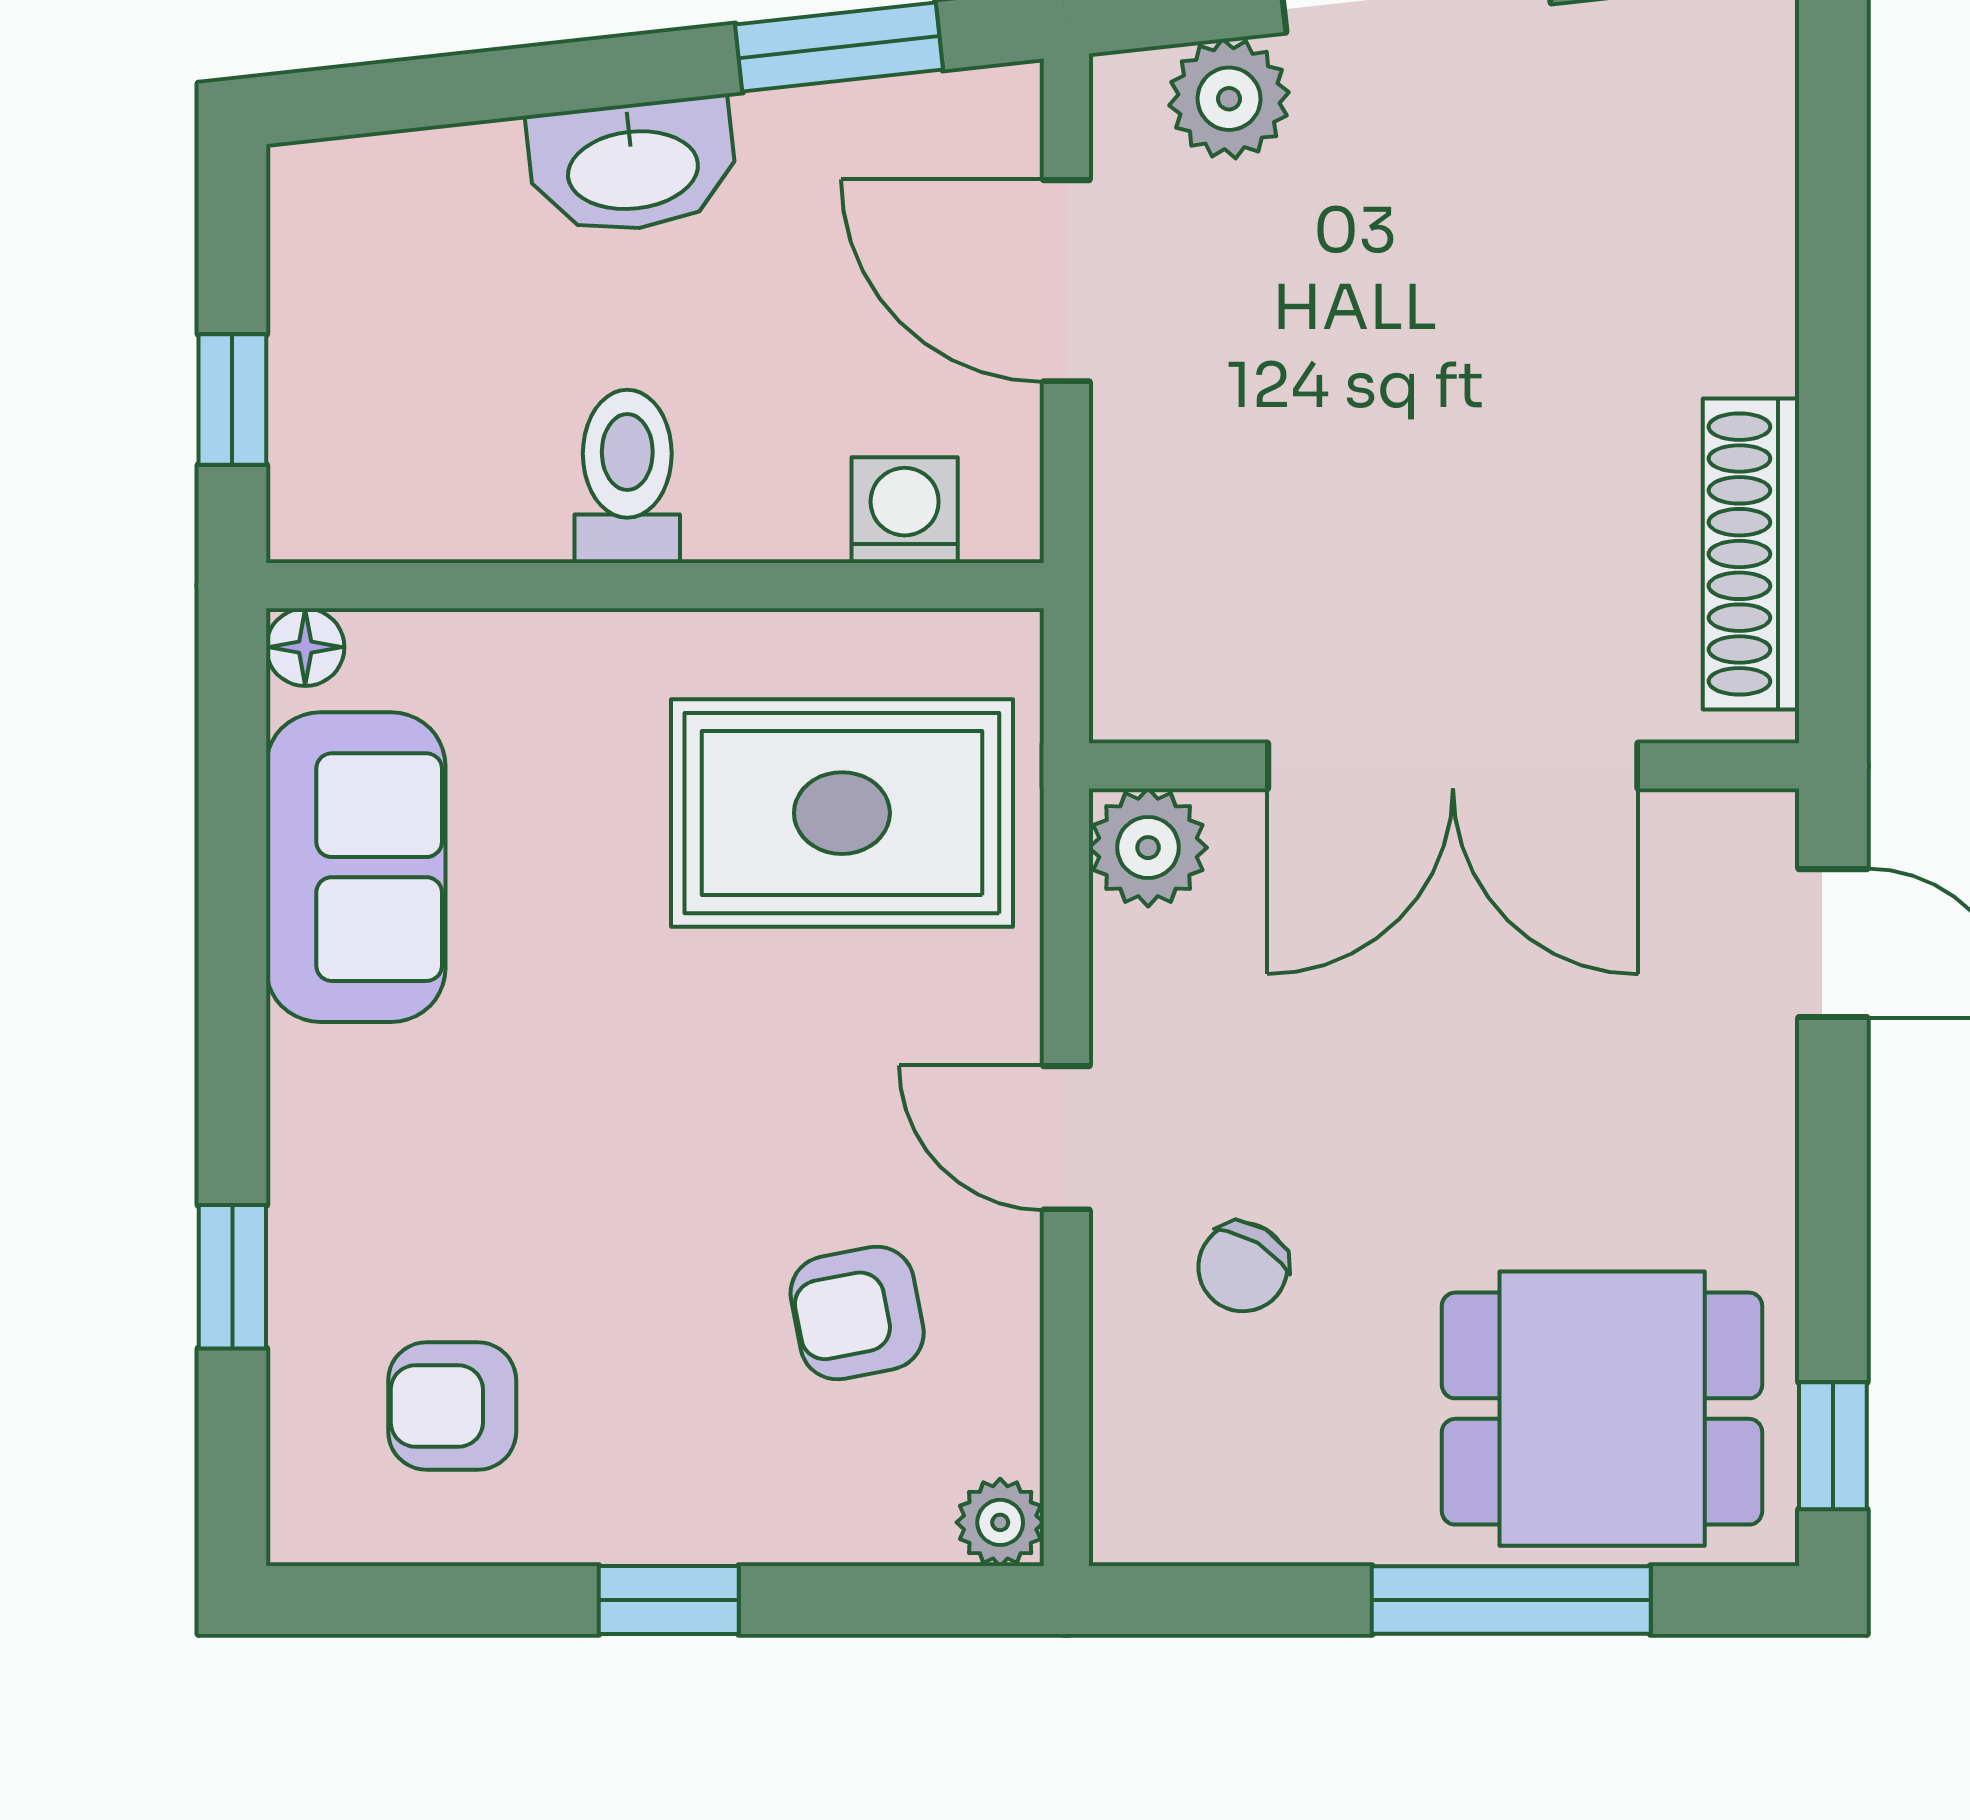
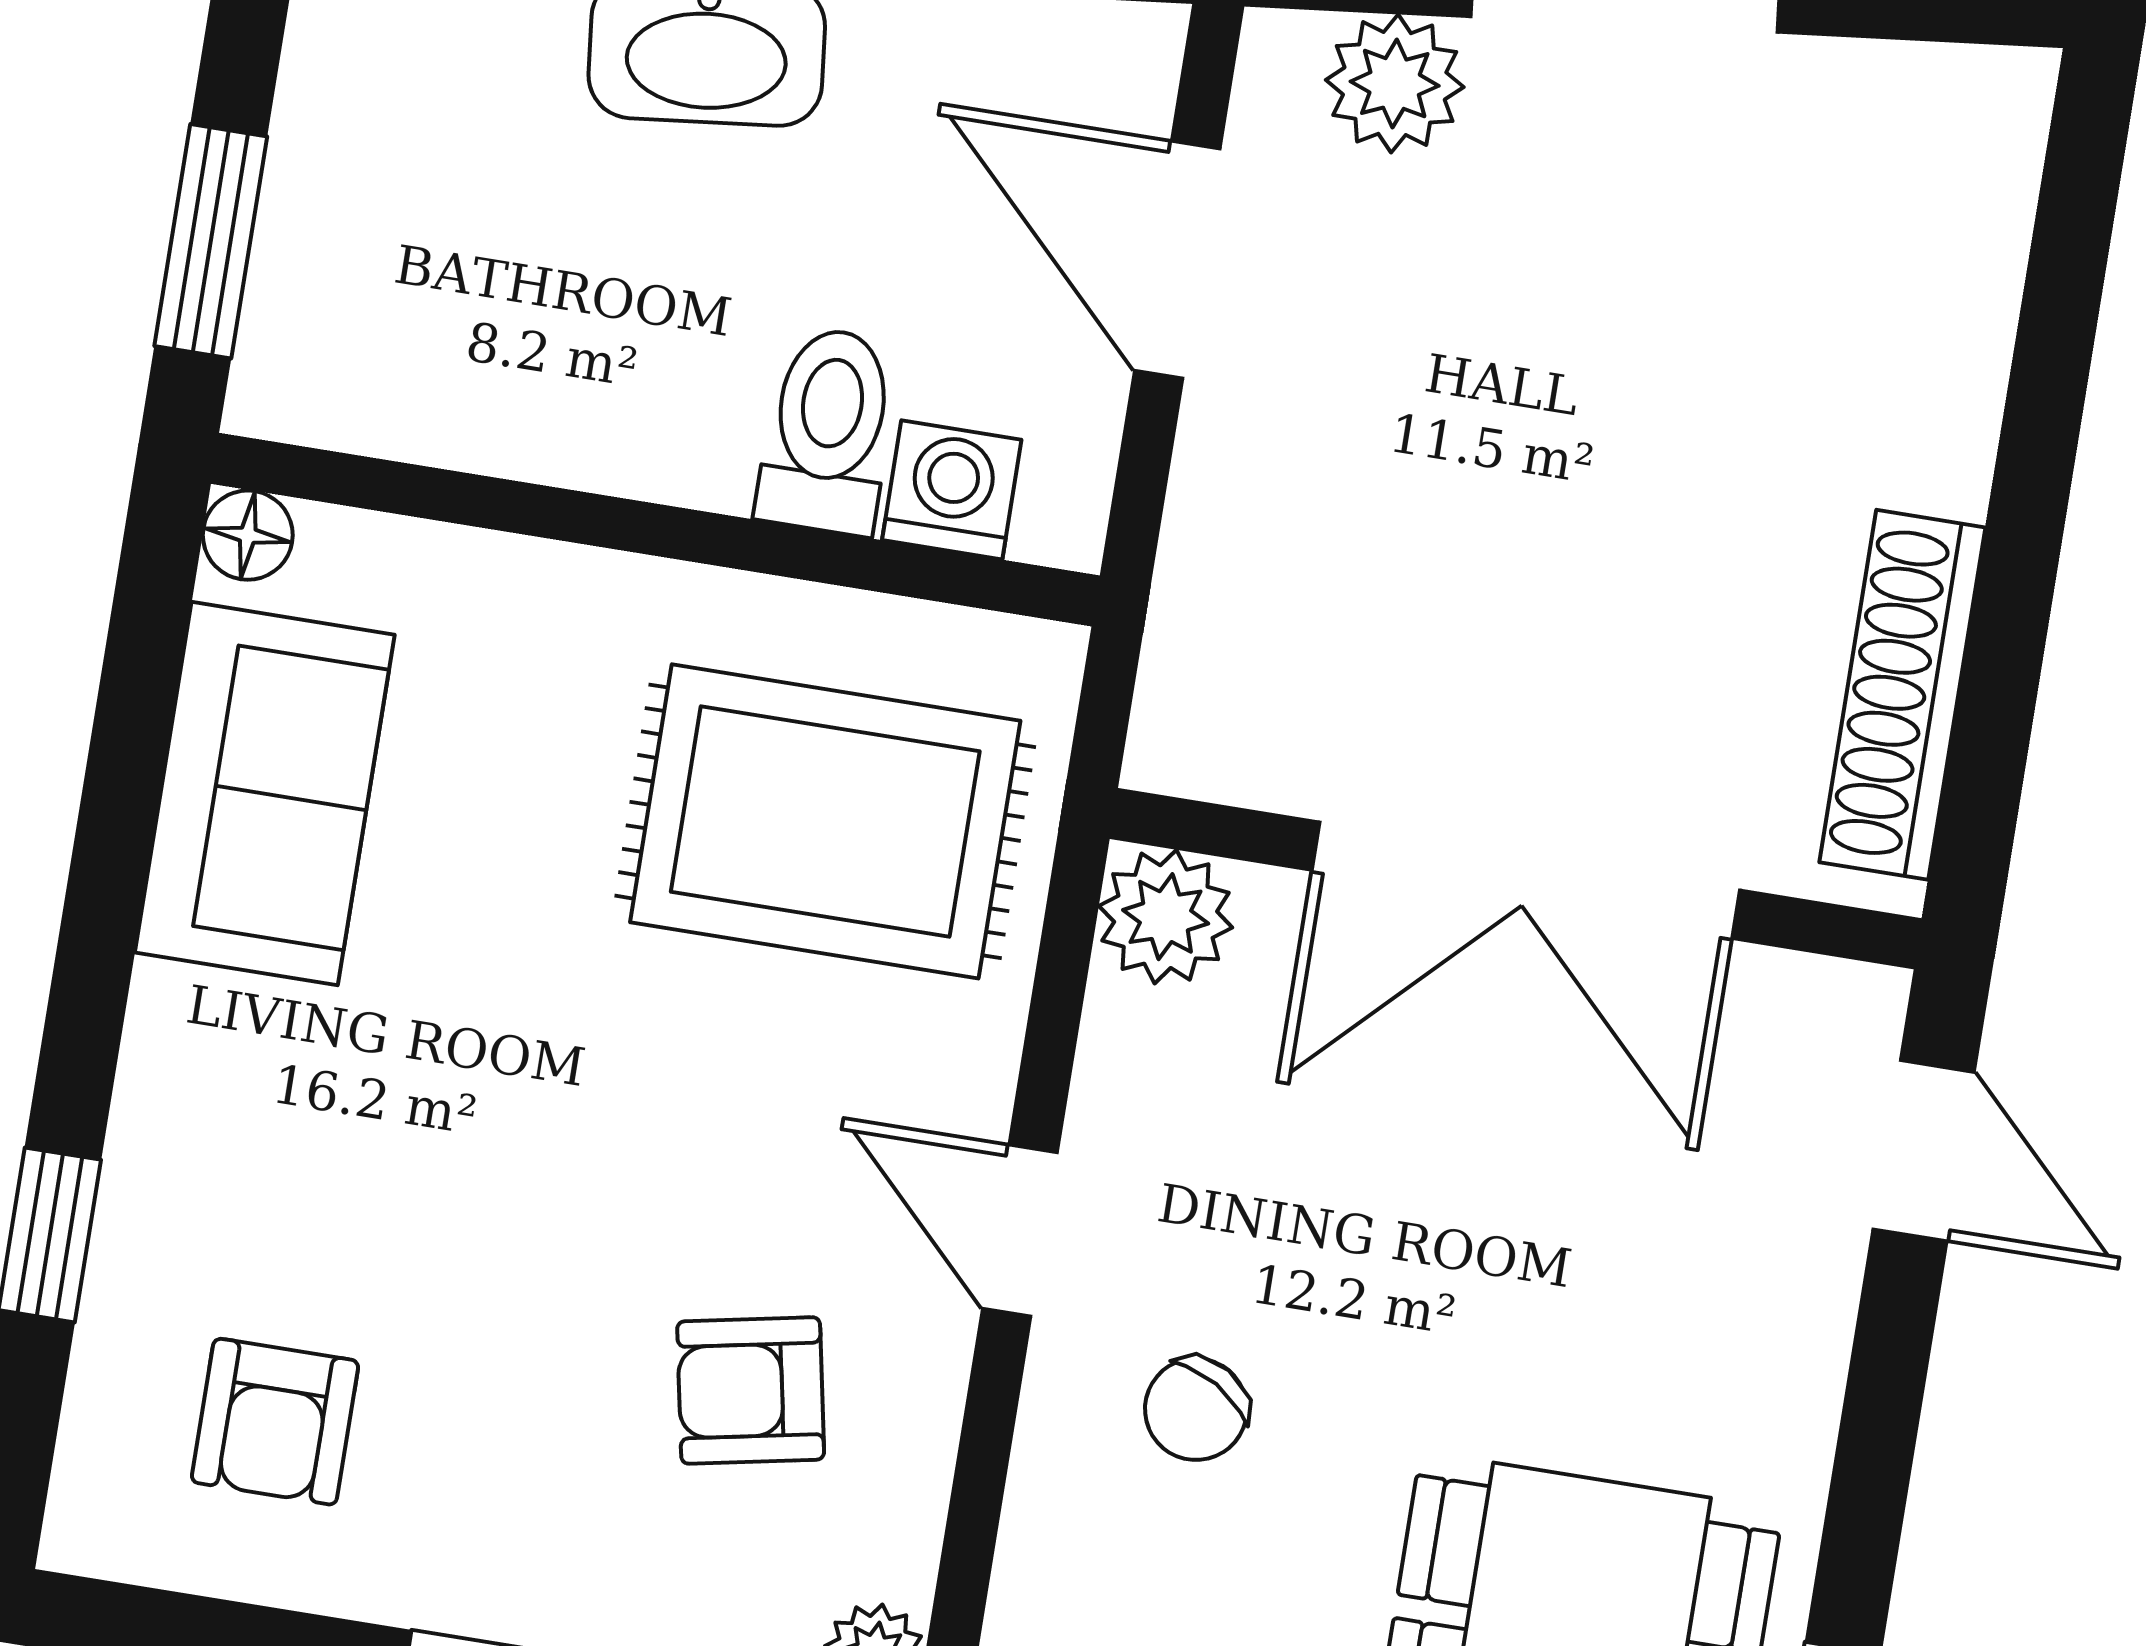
window: (232, 399) -> (211, 241), width x1.50
toilet: (627, 476) -> (828, 431), moved
armchair: (452, 1406) -> (275, 1422), turned -90

